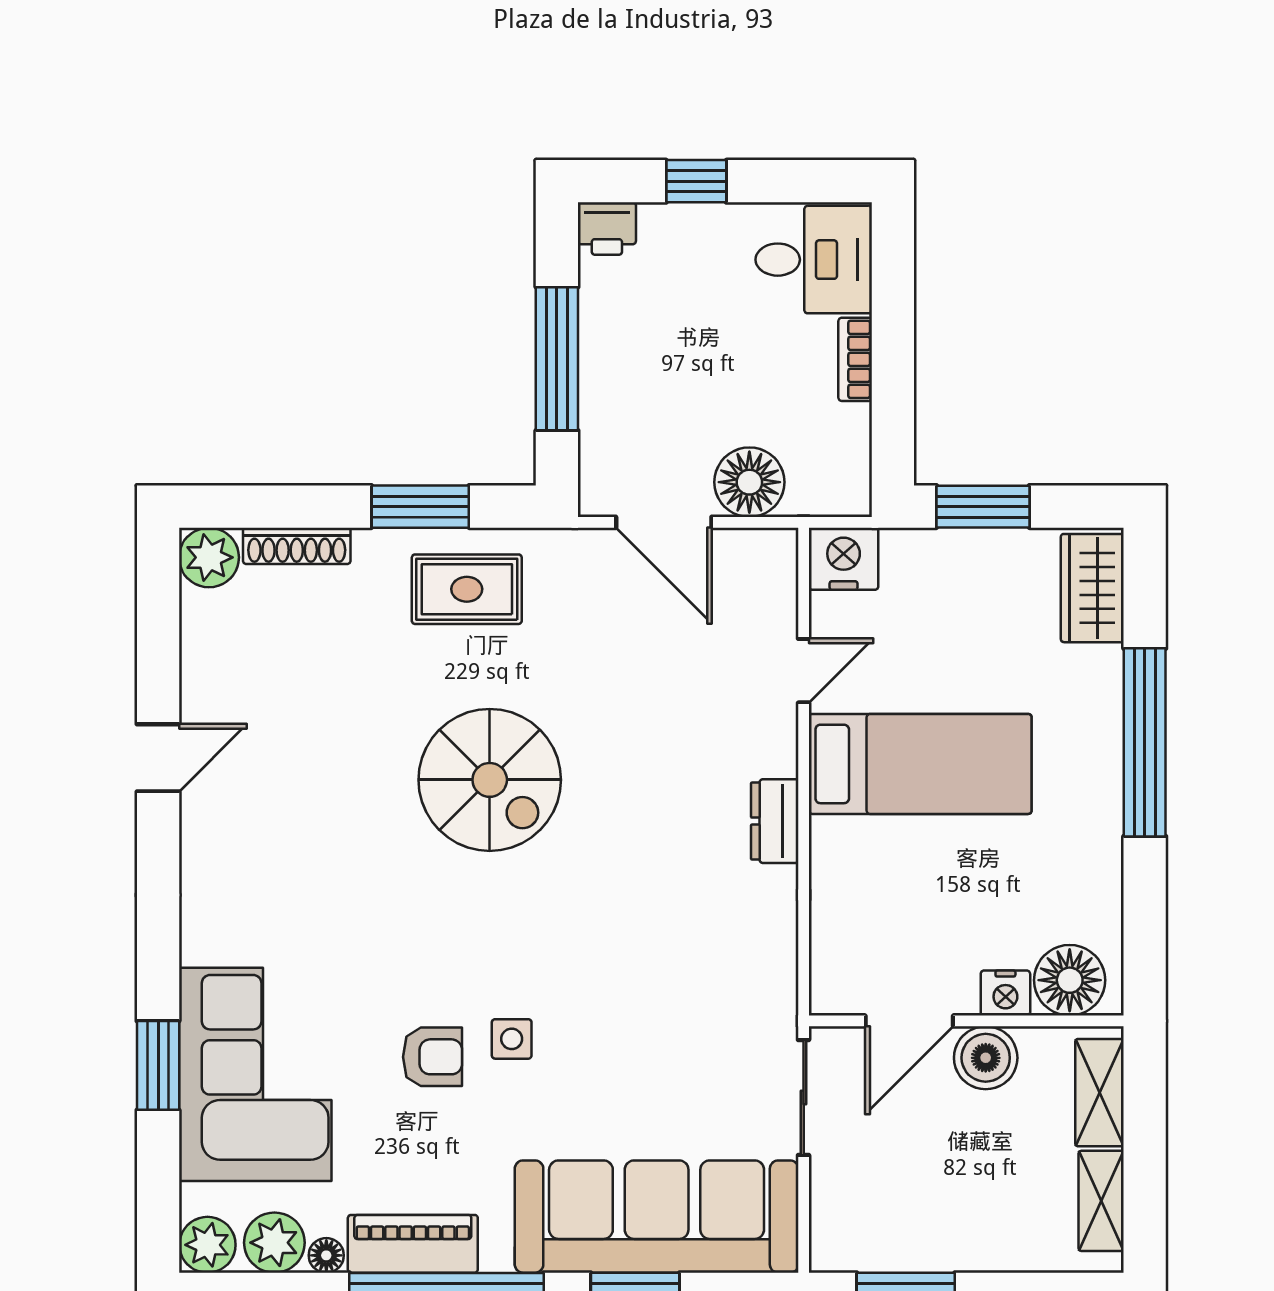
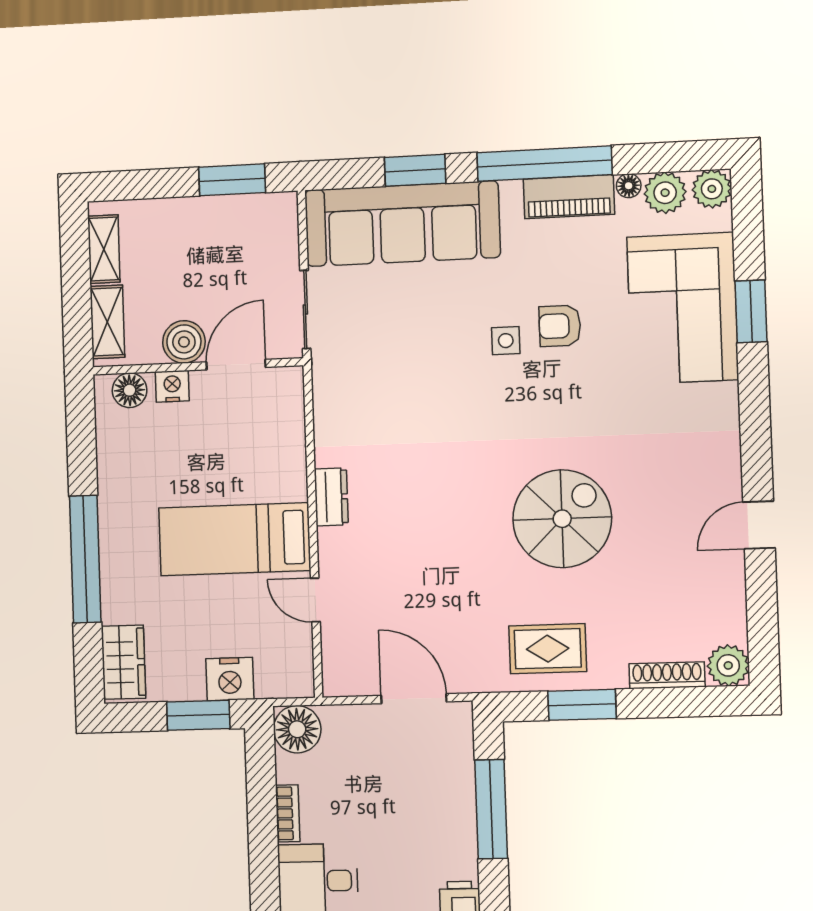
floor lamp: (749, 482) -> (297, 729), moved
nightstand: (844, 559) -> (230, 679), moved
door: (804, 671) -> (315, 600), hinge flipped
spiral stairs: (490, 780) -> (562, 519), moved, turned 90
floor lamp: (1070, 980) -> (130, 390), width x0.73, depth x0.73

